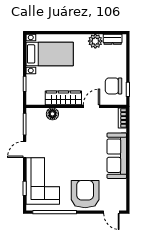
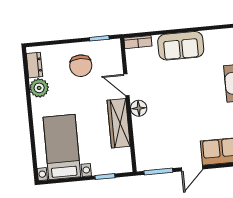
chair: (114, 86) -> (81, 66), moved
floor lamp: (52, 114) -> (139, 108), moved
door: (25, 149) -> (192, 168), hinge flipped
sofa: (117, 156) -> (181, 46), width x0.73

